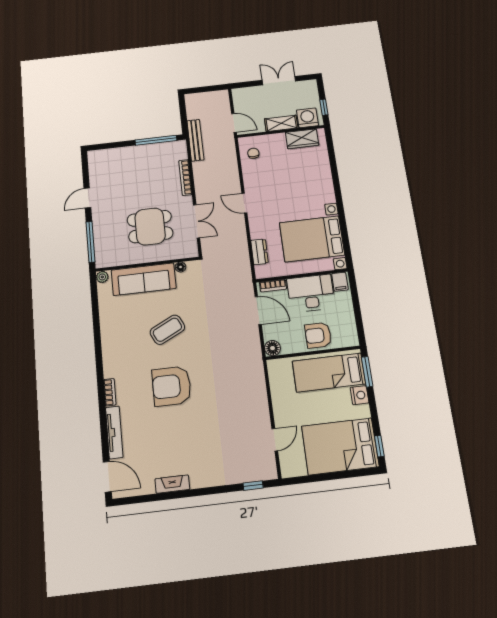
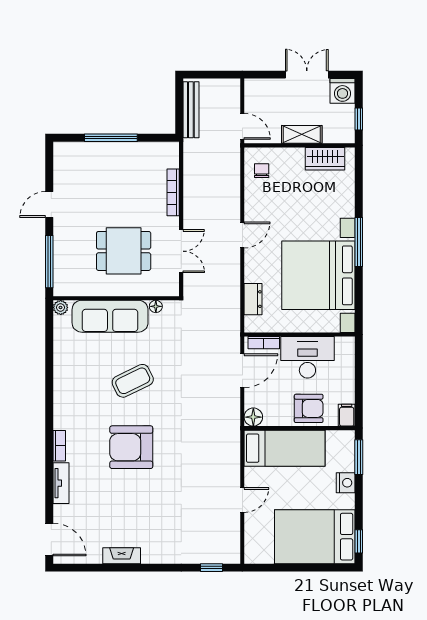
washing machine: (307, 118) -> (342, 91), moved, turned 180
window: (156, 140) -> (111, 138), moved
bench: (195, 140) -> (191, 110), moved
window: (339, 198) -> (359, 242), added
door: (244, 203) -> (242, 235), swing flipped
bed with nightstands: (312, 239) -> (318, 275), width x1.36
filing cabinet: (340, 282) -> (347, 415), moved, turned 180
door: (258, 311) -> (242, 371), hinge flipped
armchair: (318, 335) -> (309, 408), turned 180
bed: (329, 373) -> (285, 448), moved, turned 180
tv unit: (114, 432) -> (61, 483), width x0.71
door: (275, 440) -> (242, 500), moved

